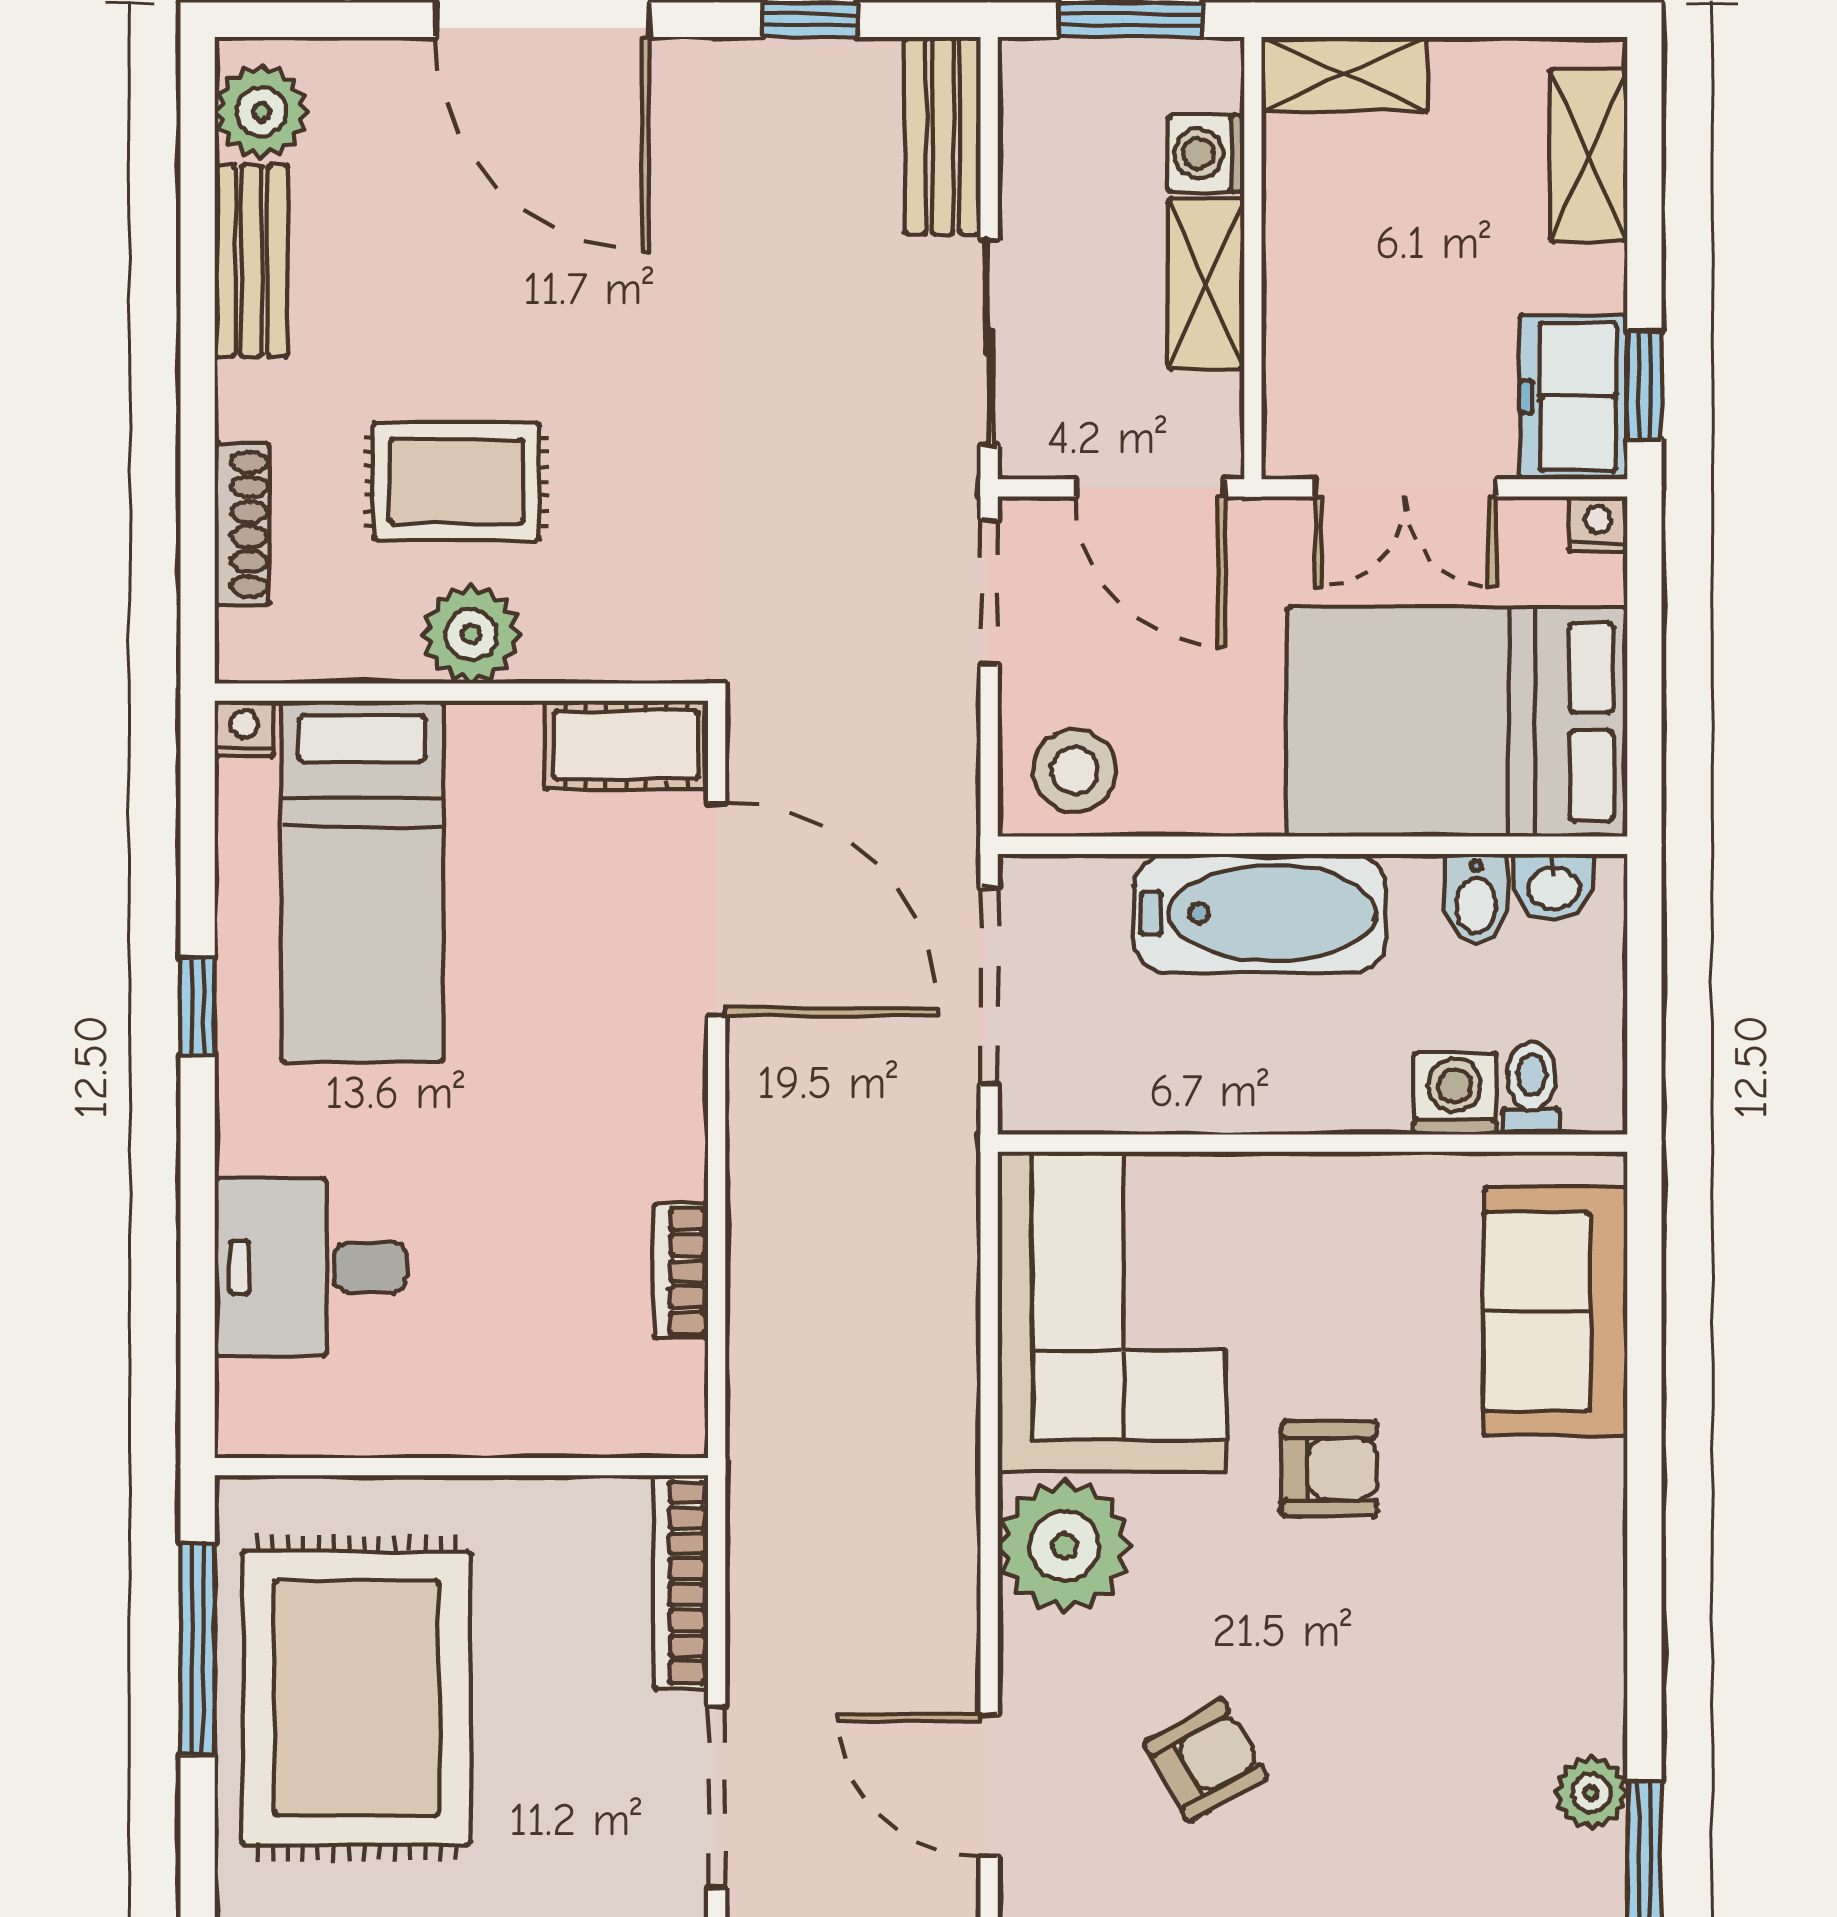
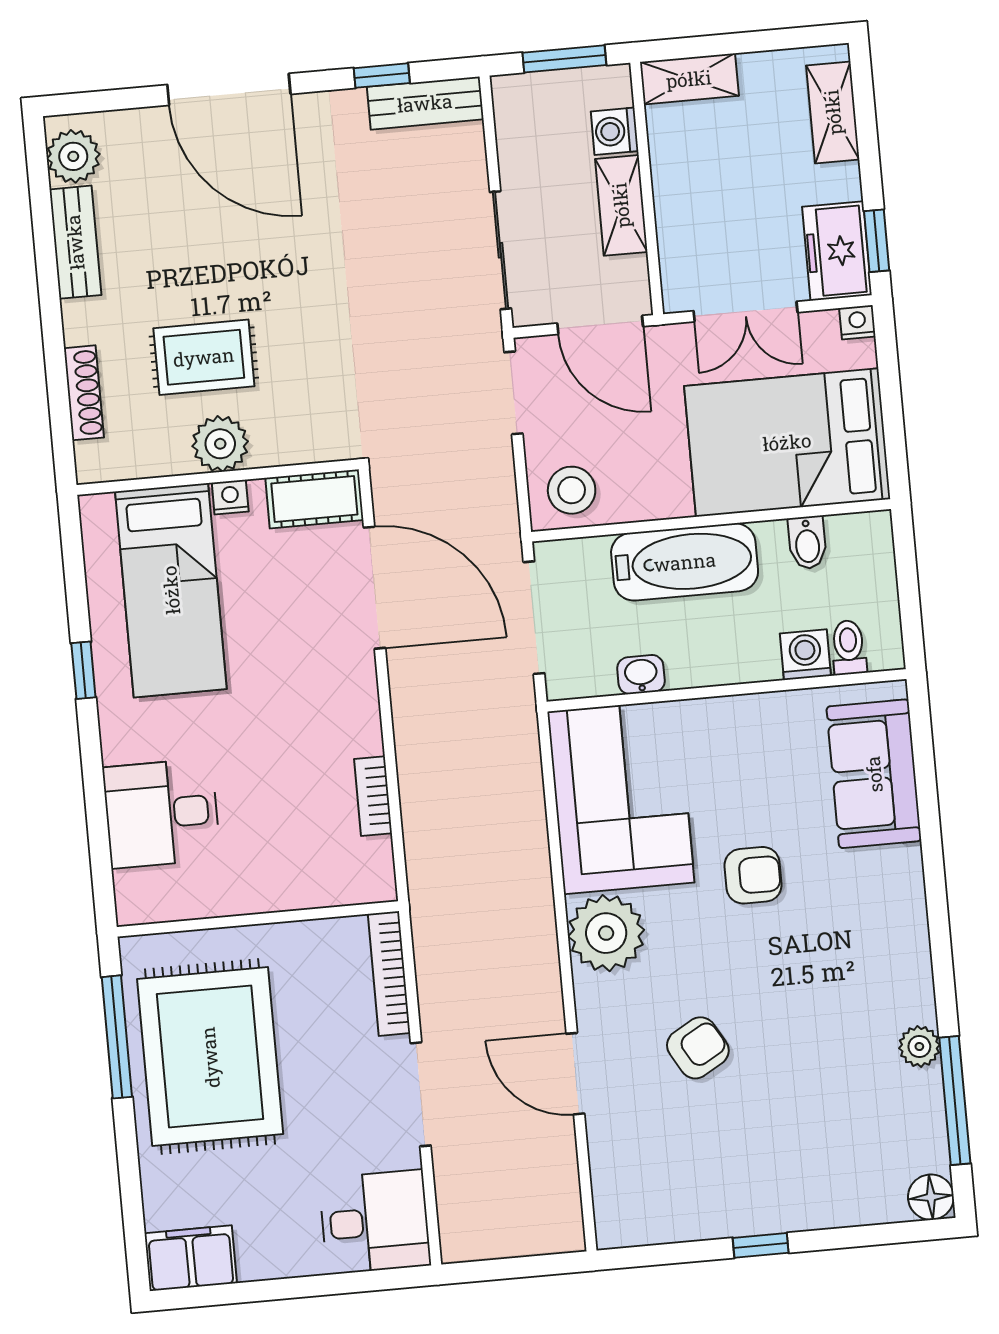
bench: (943, 136) -> (425, 103), moved, turned 90
nightstand: (244, 729) -> (230, 497), moved
washbasin: (1554, 886) -> (641, 675), moved, turned 180

